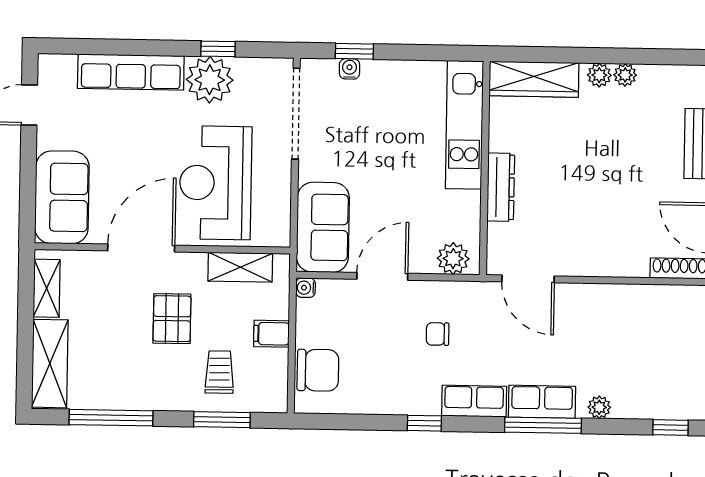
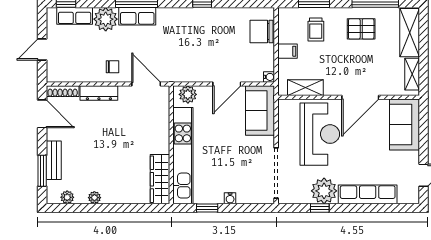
window: (354, 51) -> (207, 208), moved
water cooler: (349, 69) -> (230, 198), moved
plant: (599, 75) -> (67, 197), moved
wardrobe: (534, 79) -> (160, 179), moved, turned -90
kitchen unit: (464, 125) -> (183, 156), width x1.36
dresser: (501, 187) -> (99, 93), moved, turned -90
pallet: (172, 319) -> (361, 29), moved, turned 90
chair: (438, 334) -> (112, 67), moved
row of seats: (474, 401) -> (75, 16), moved
plant: (599, 407) -> (106, 19), width x1.87, depth x1.87

